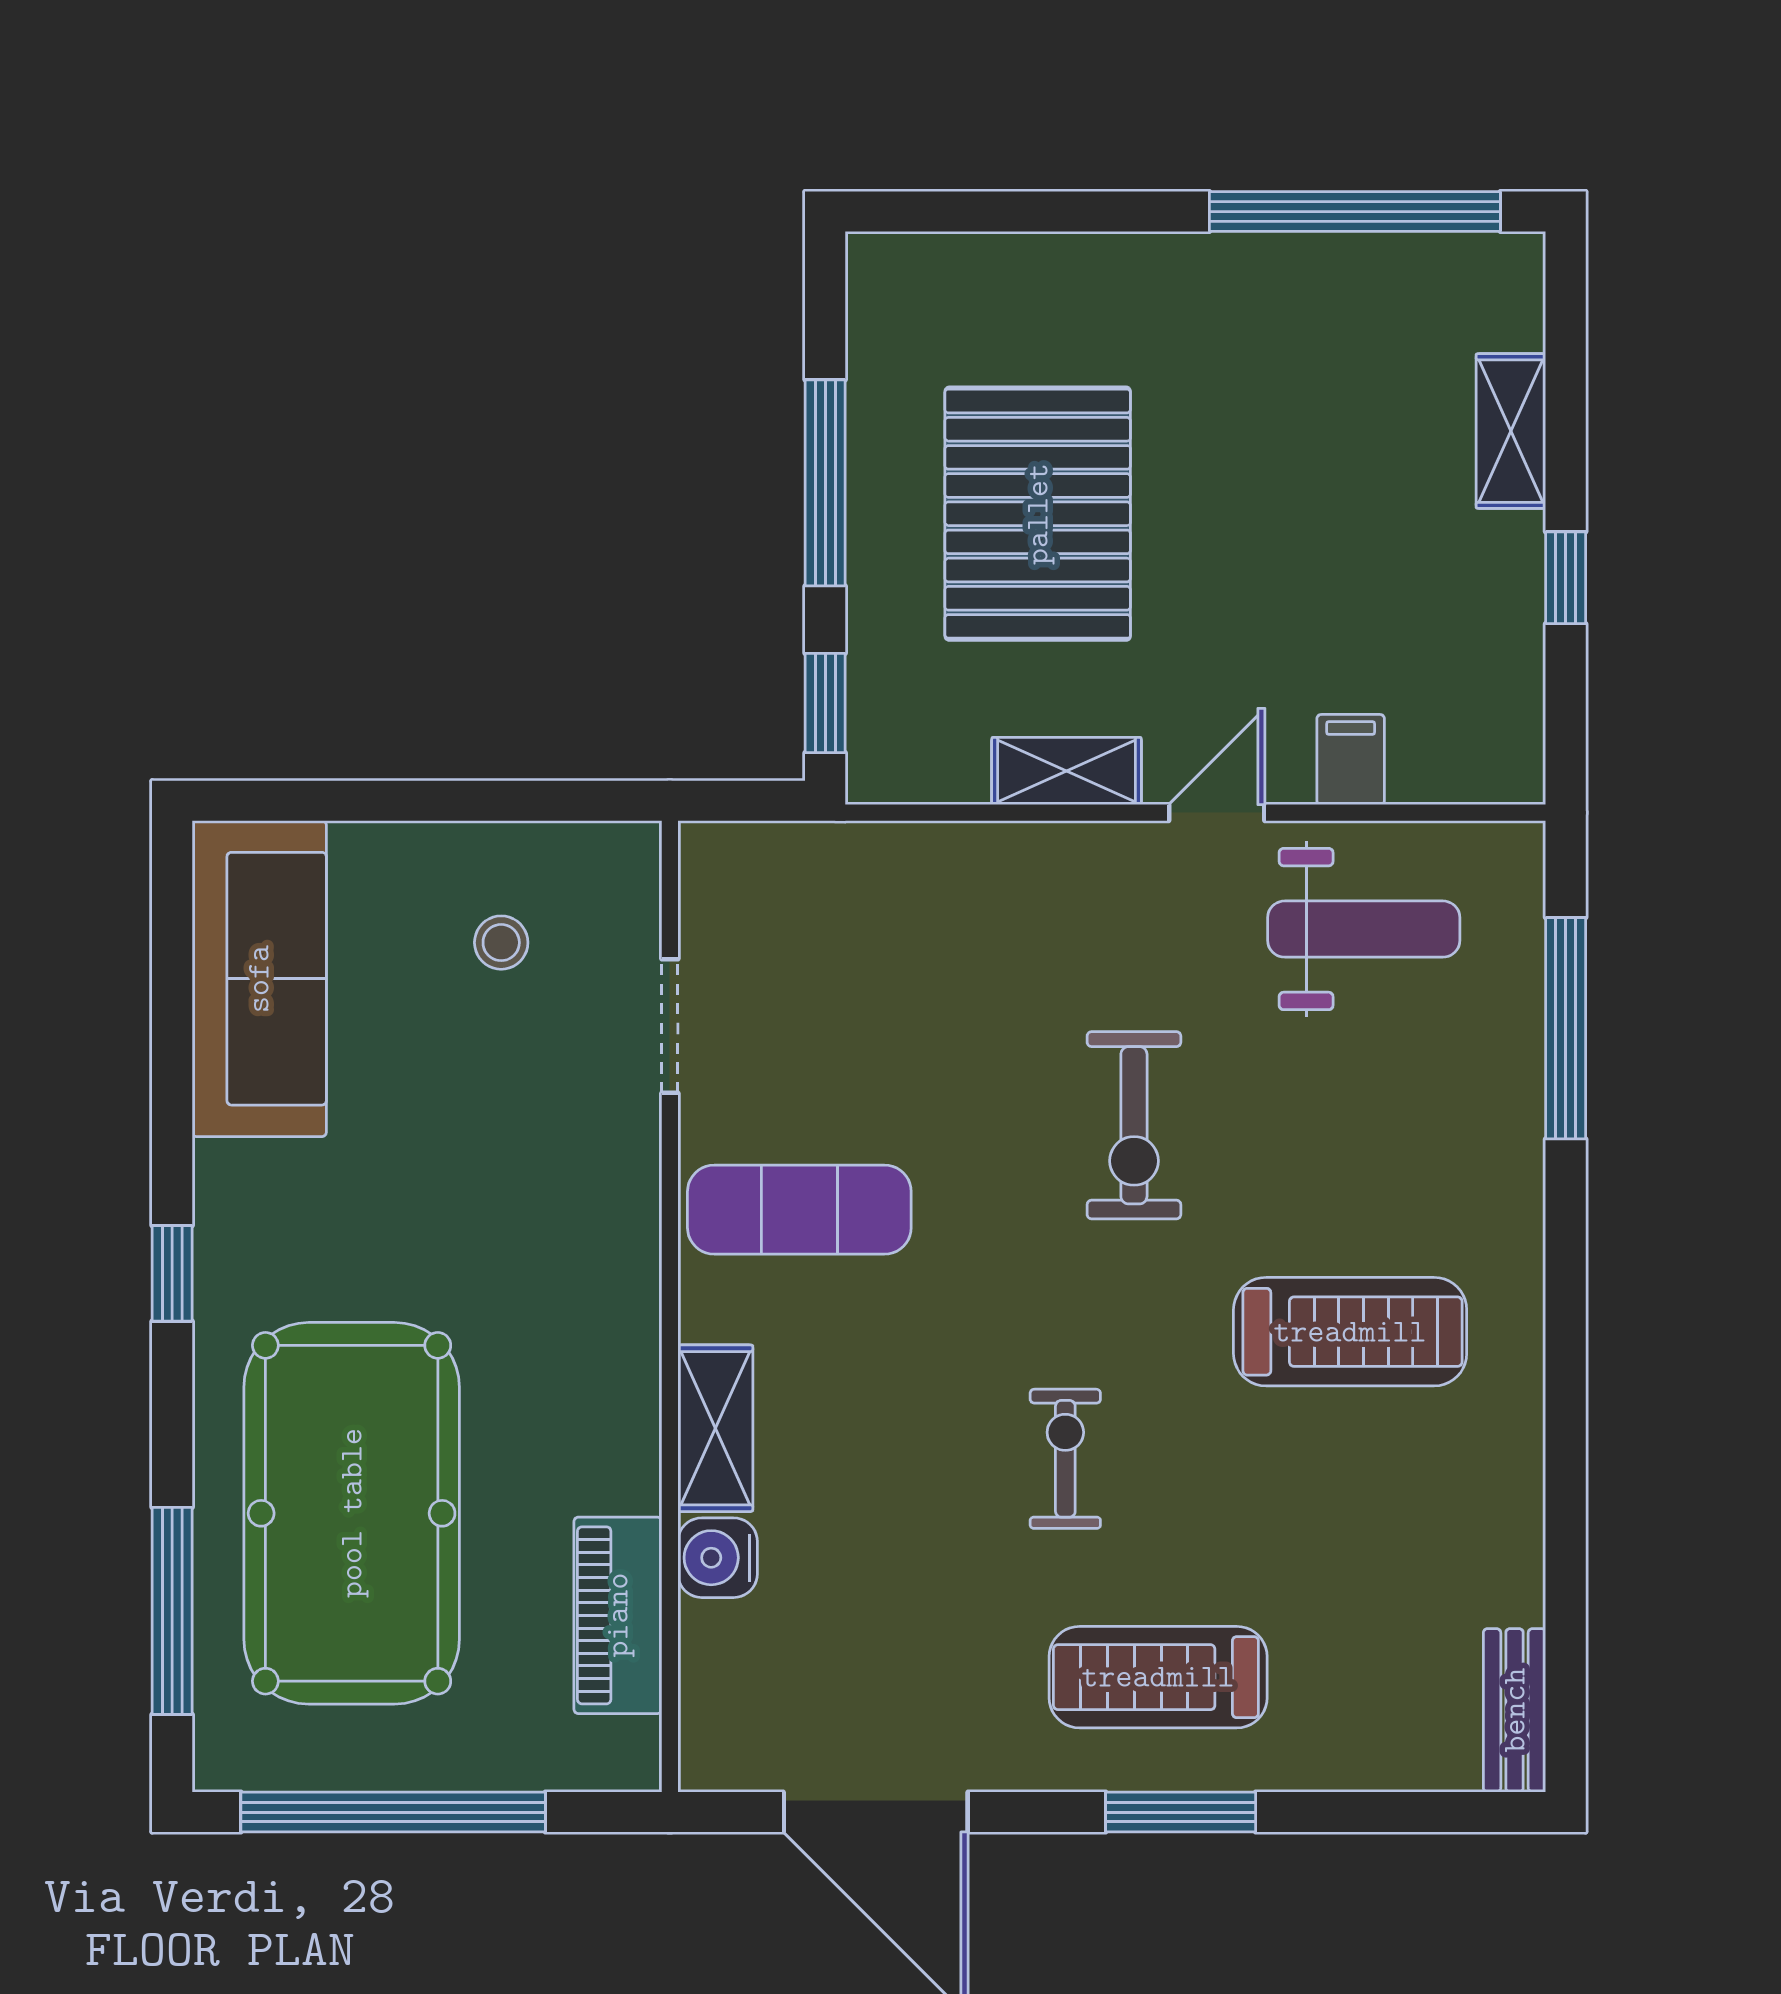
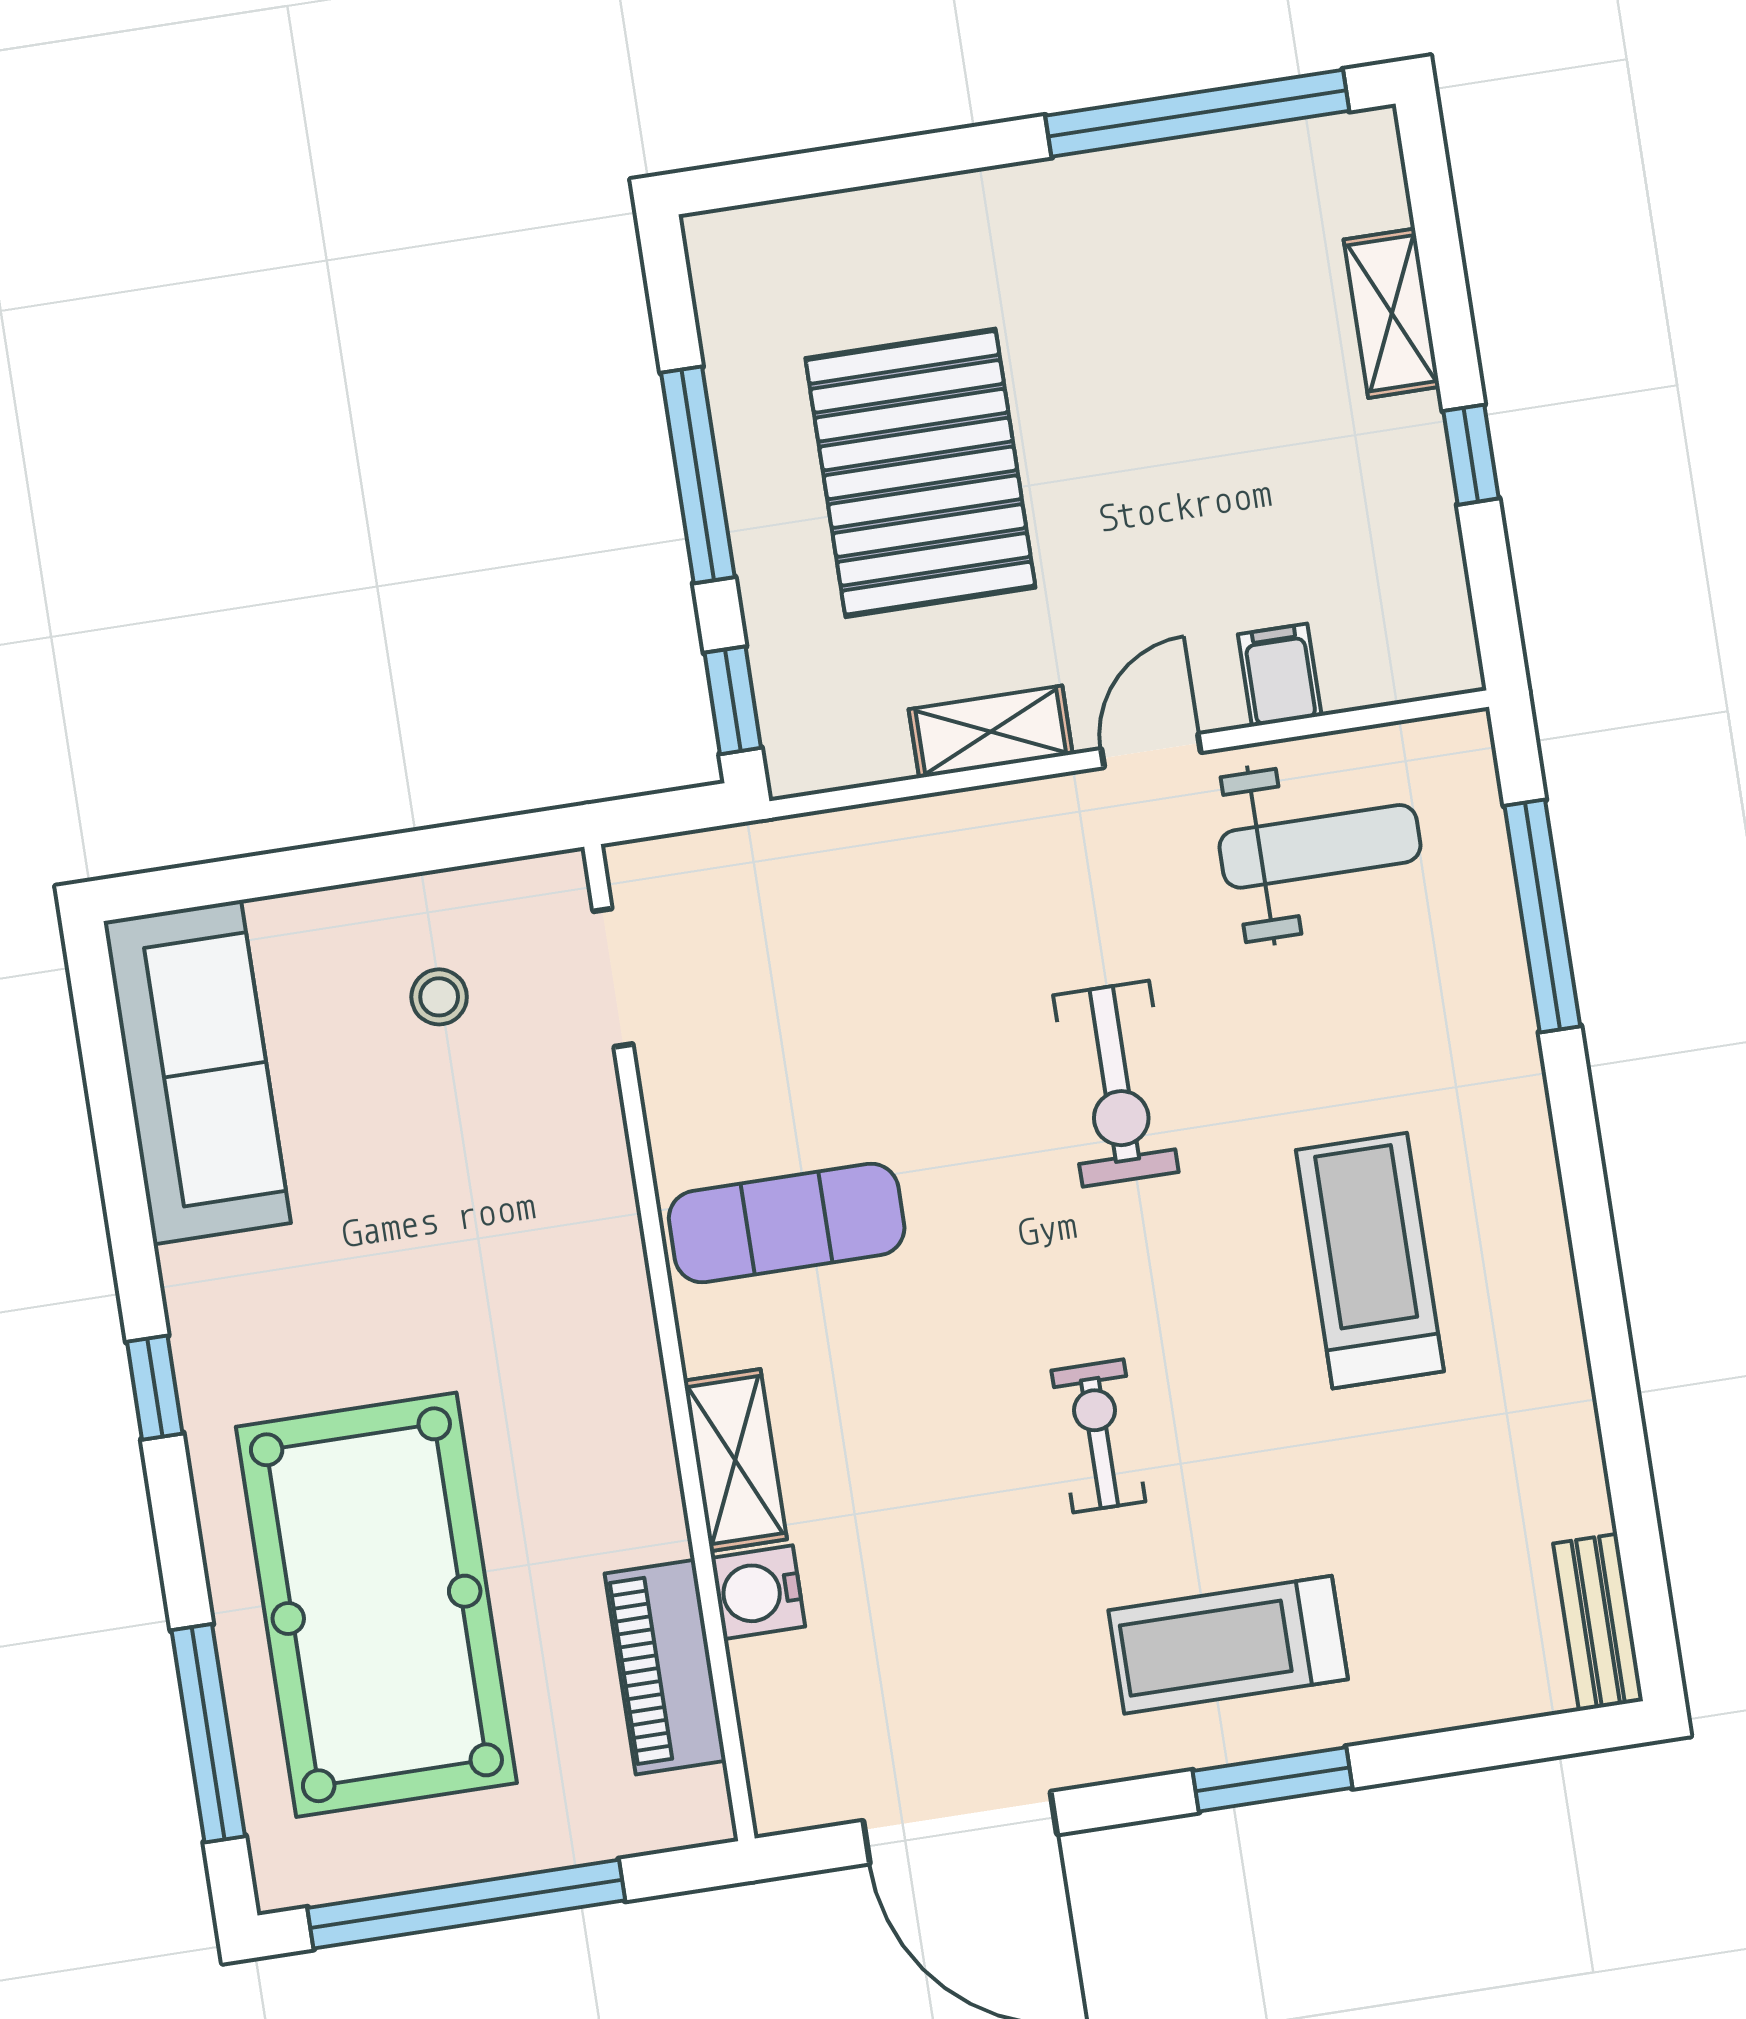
doorway: (670, 1026) -> (613, 978), moved
treadmill: (1350, 1332) -> (1370, 1261), turned -90

